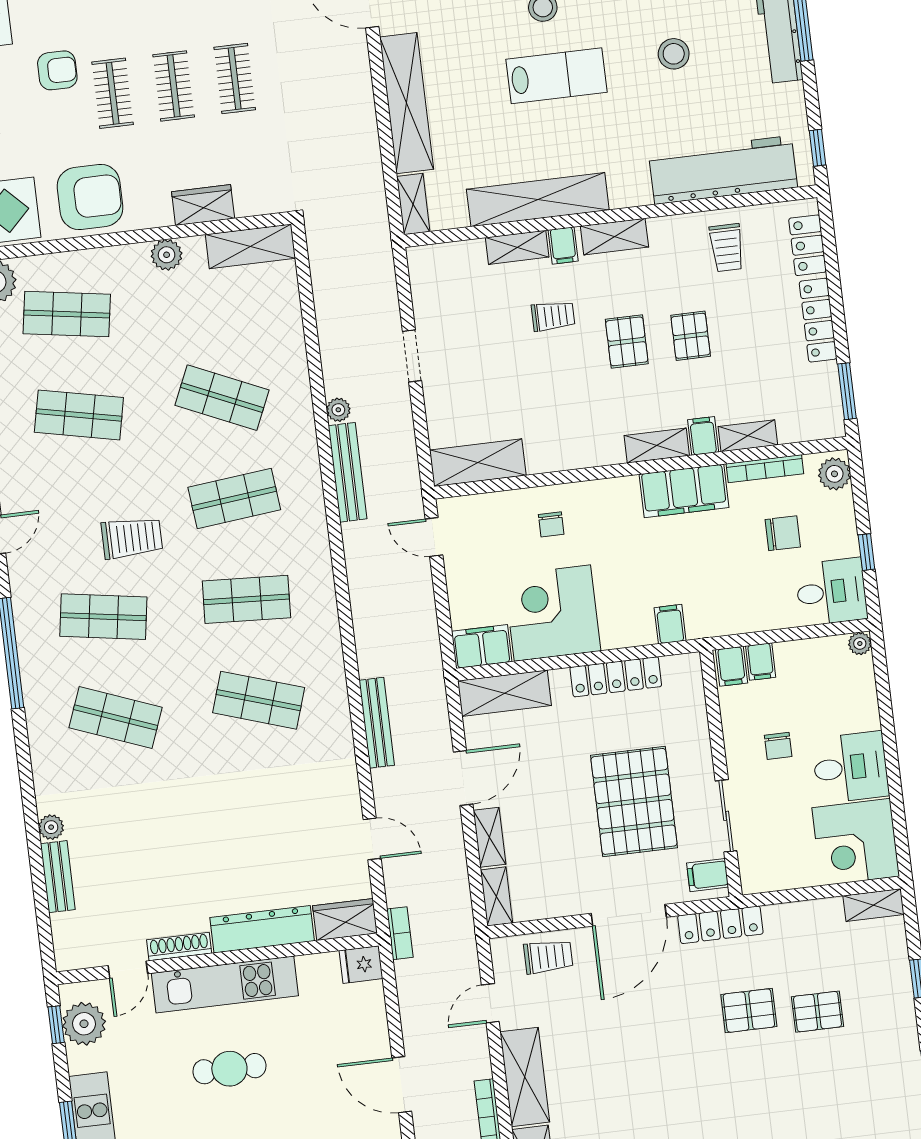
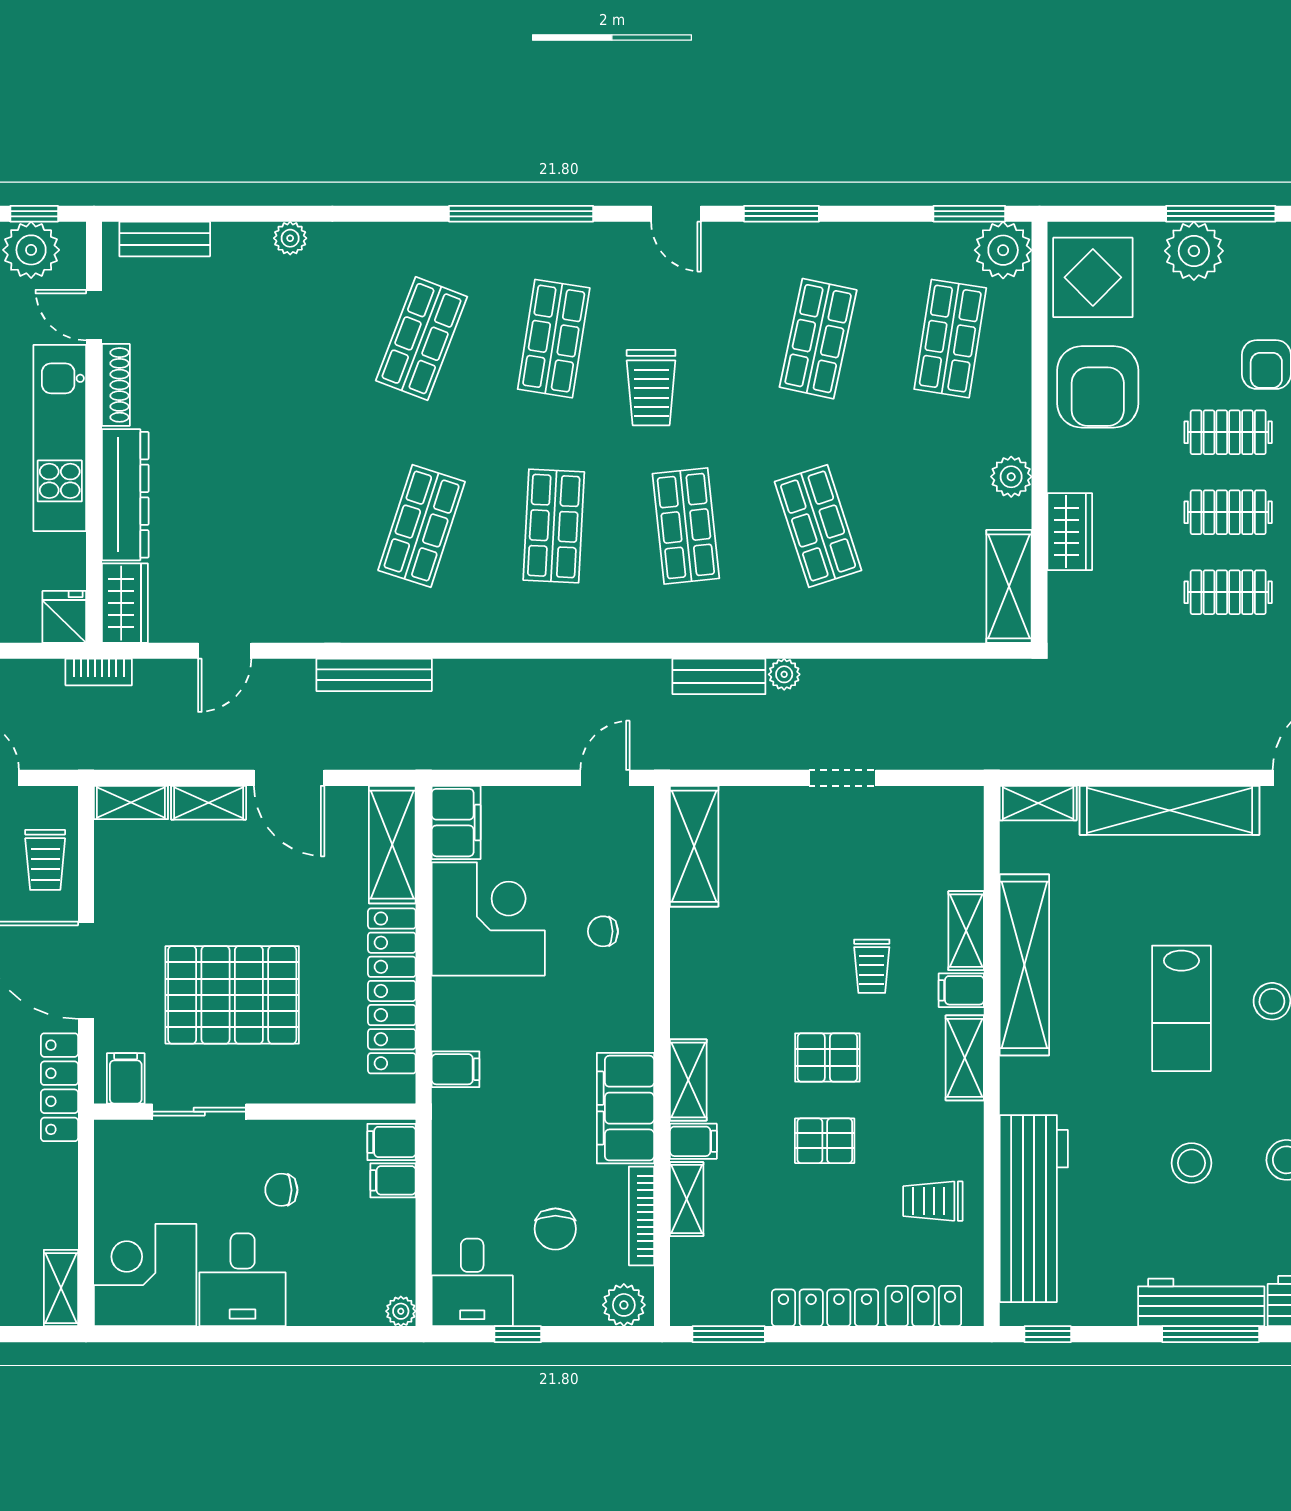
shop shelf: (222, 398) -> (818, 526), turned -42
bench: (348, 472) -> (719, 676), width x0.73
locker: (616, 677) -> (392, 991), width x1.41, depth x1.21
bench: (58, 877) -> (165, 239), moved

